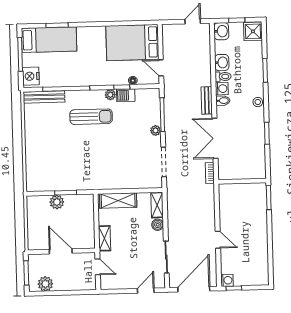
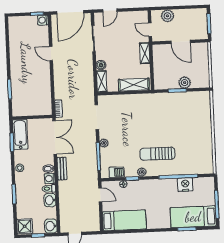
bed: (132, 43) -> (124, 220), width x0.67
nightstand: (31, 76) -> (185, 185), moved, turned -90
barbecue: (126, 95) -> (117, 172), moved
bench: (44, 97) -> (197, 169), removed
bathtub: (257, 142) -> (20, 134), added
wall: (242, 181) -> (32, 117), moved
plant: (45, 284) -> (167, 16), moved

